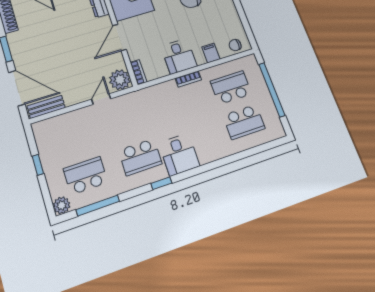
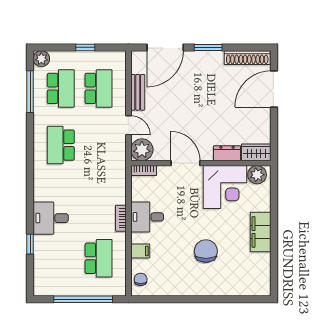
bench: (46, 107) -> (138, 92), moved
school desk: (244, 122) -> (99, 88), moved, turned 180
desk: (179, 155) -> (51, 218), moved
window: (161, 183) -> (30, 244), moved

